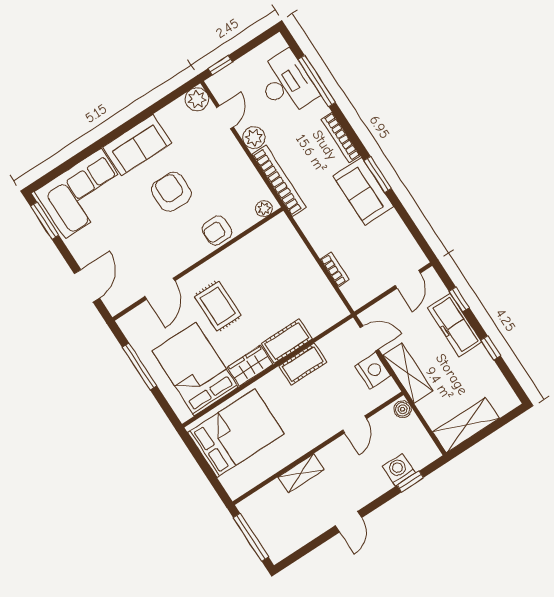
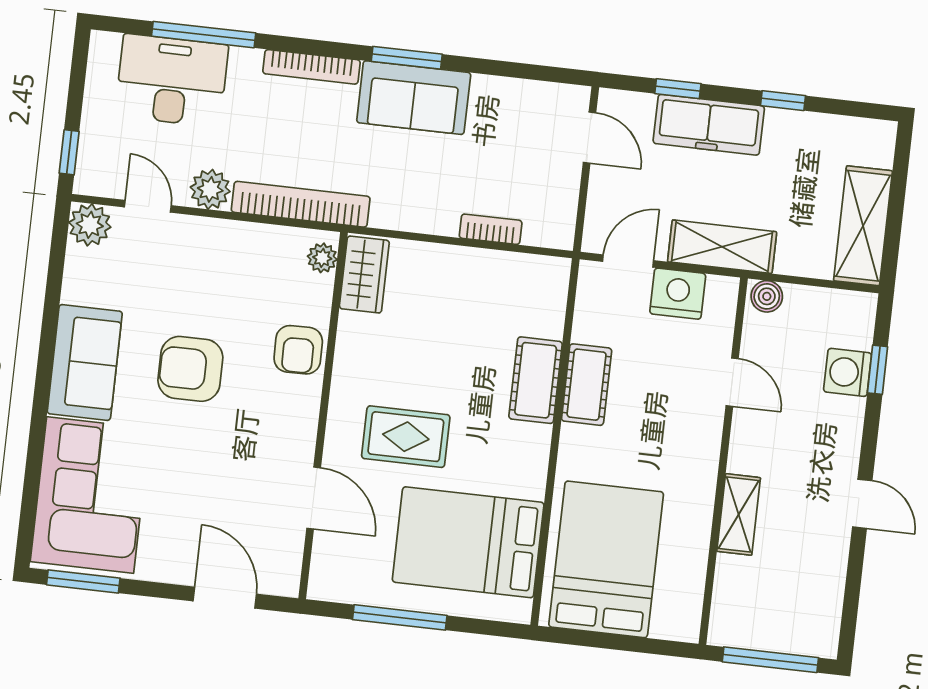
wardrobe: (250, 366) -> (364, 275), moved, turned 180

